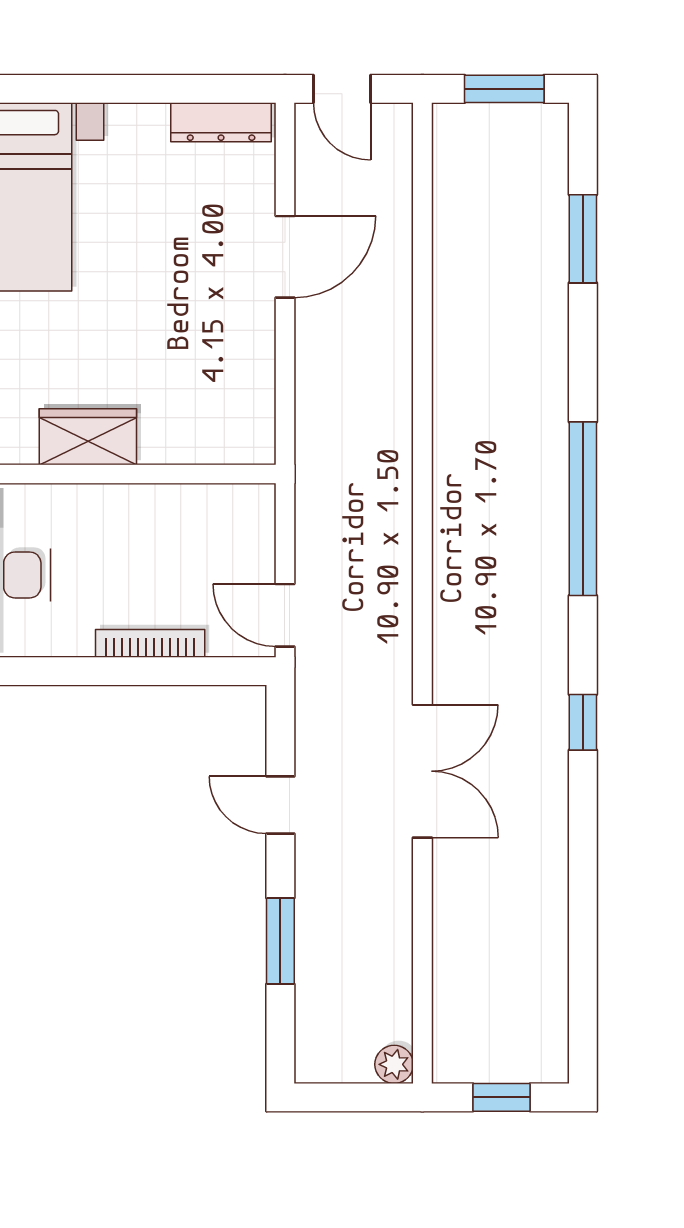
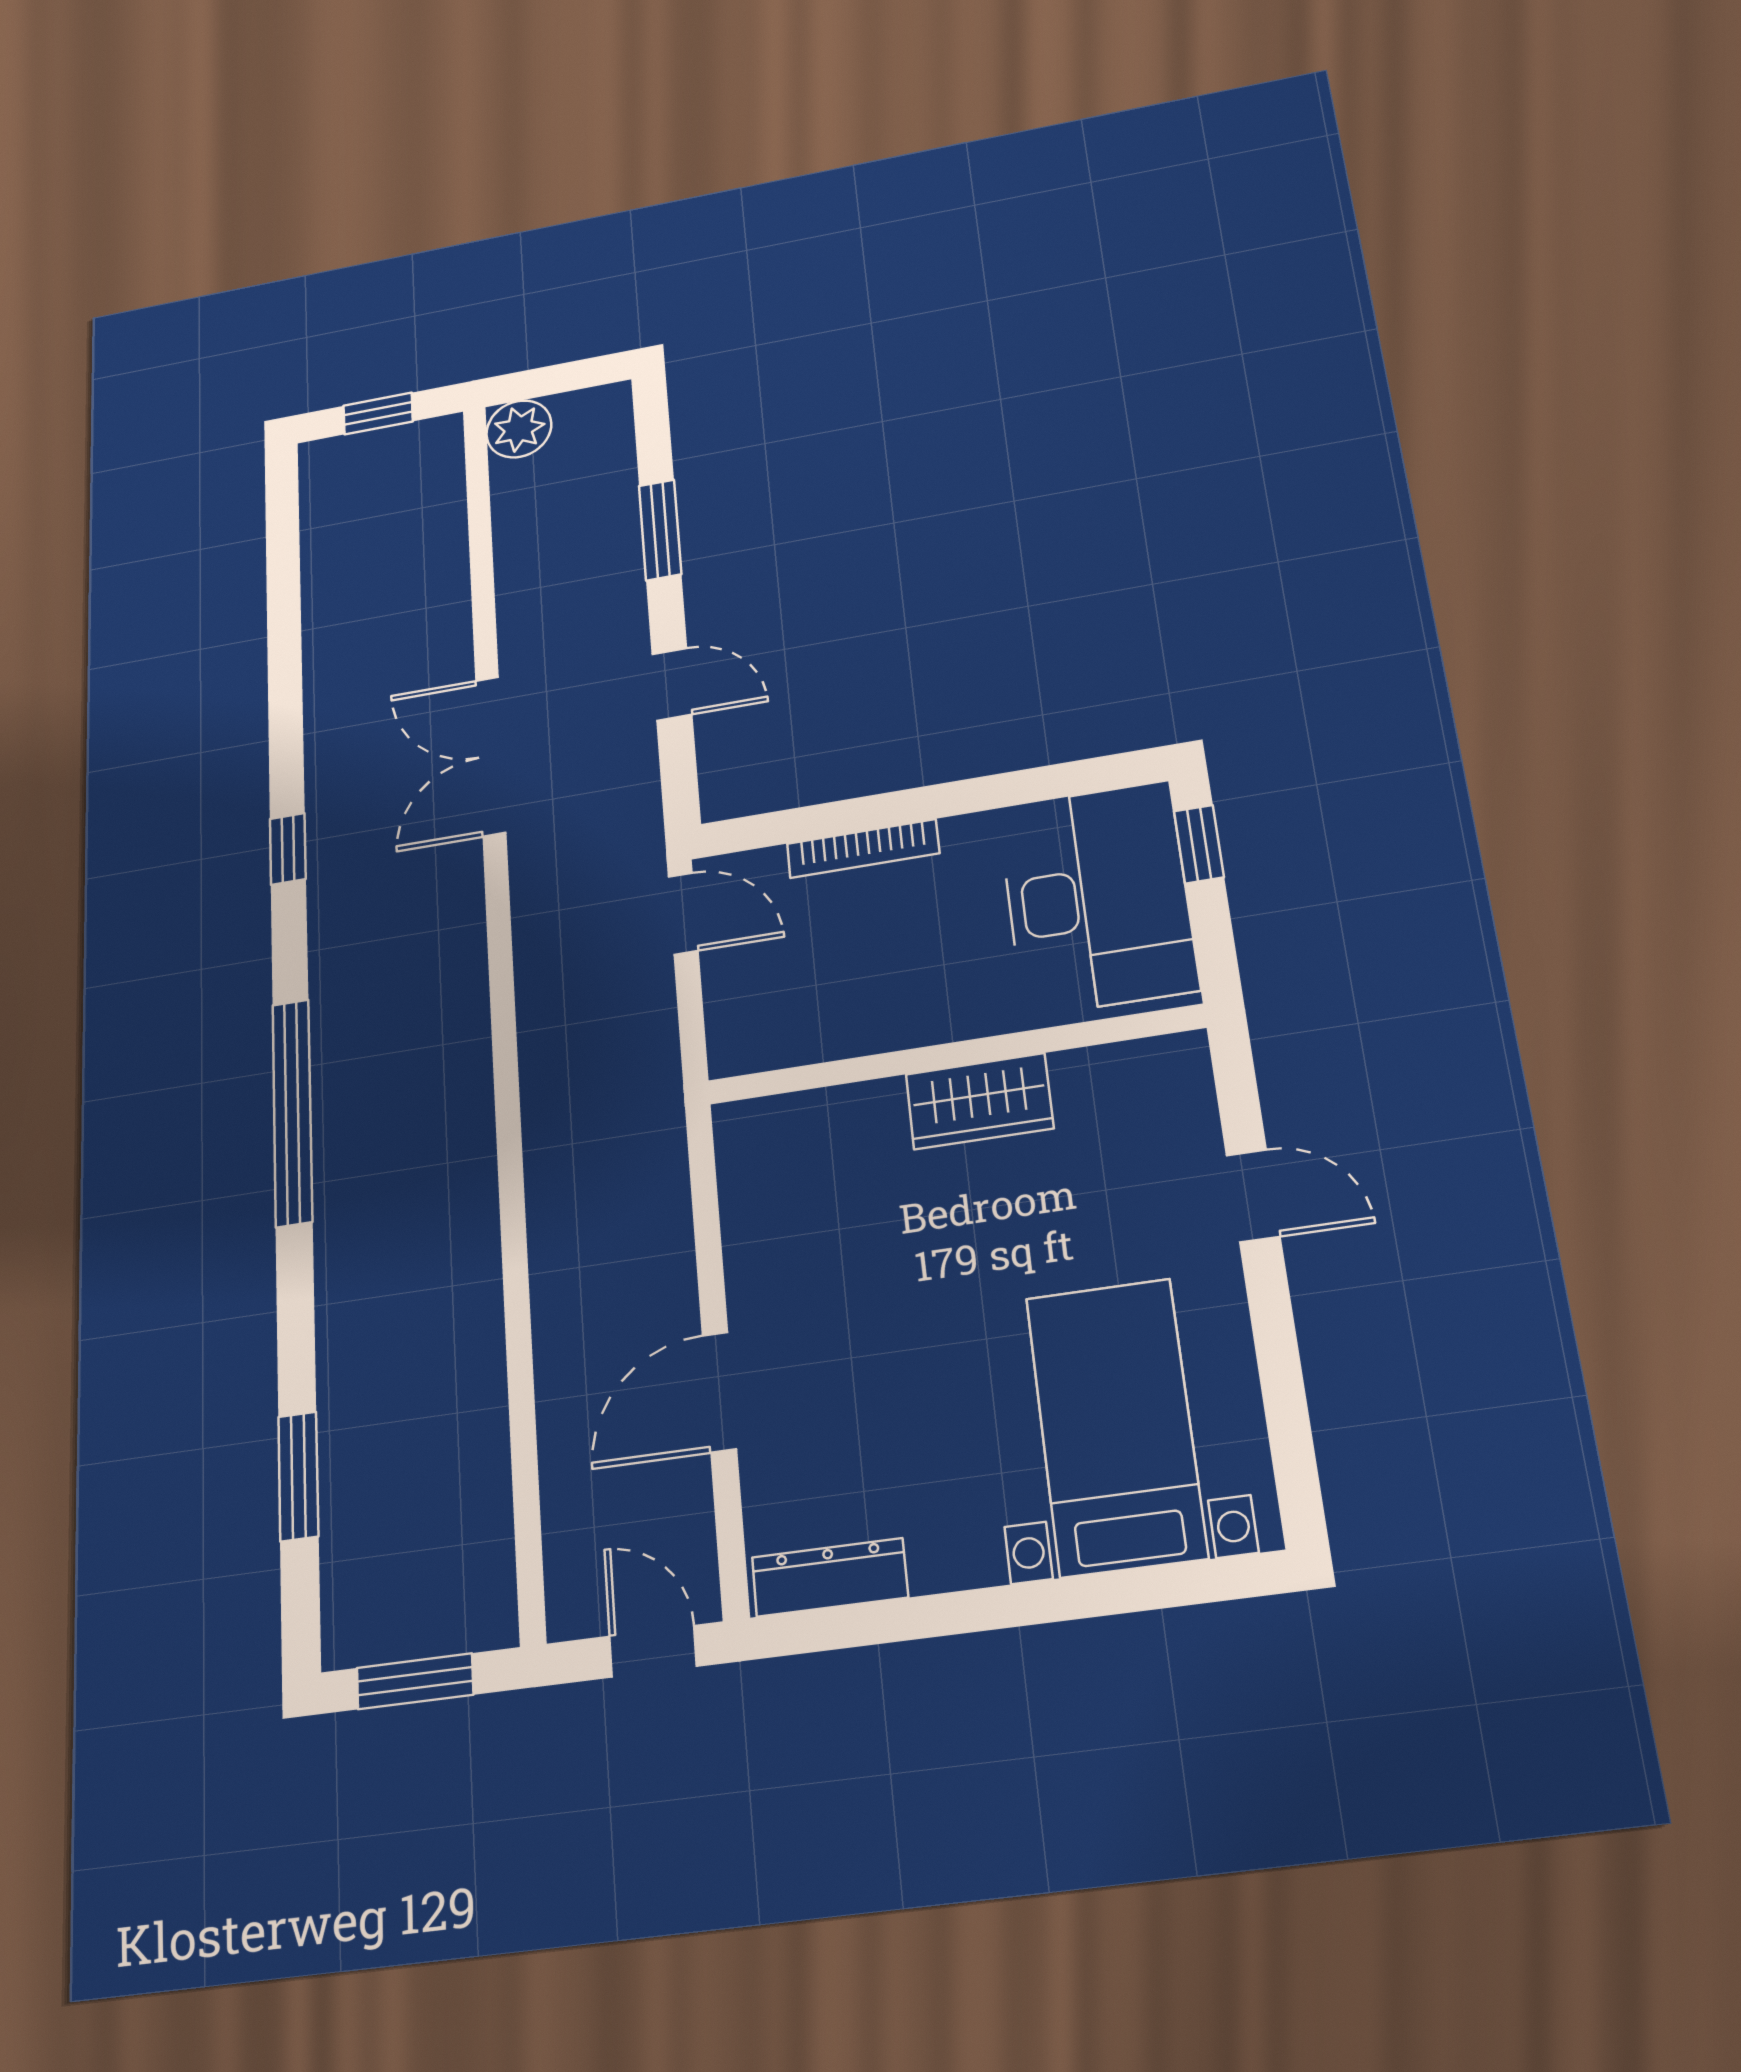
plant: (394, 1064) -> (519, 429), width x1.38, depth x1.38

